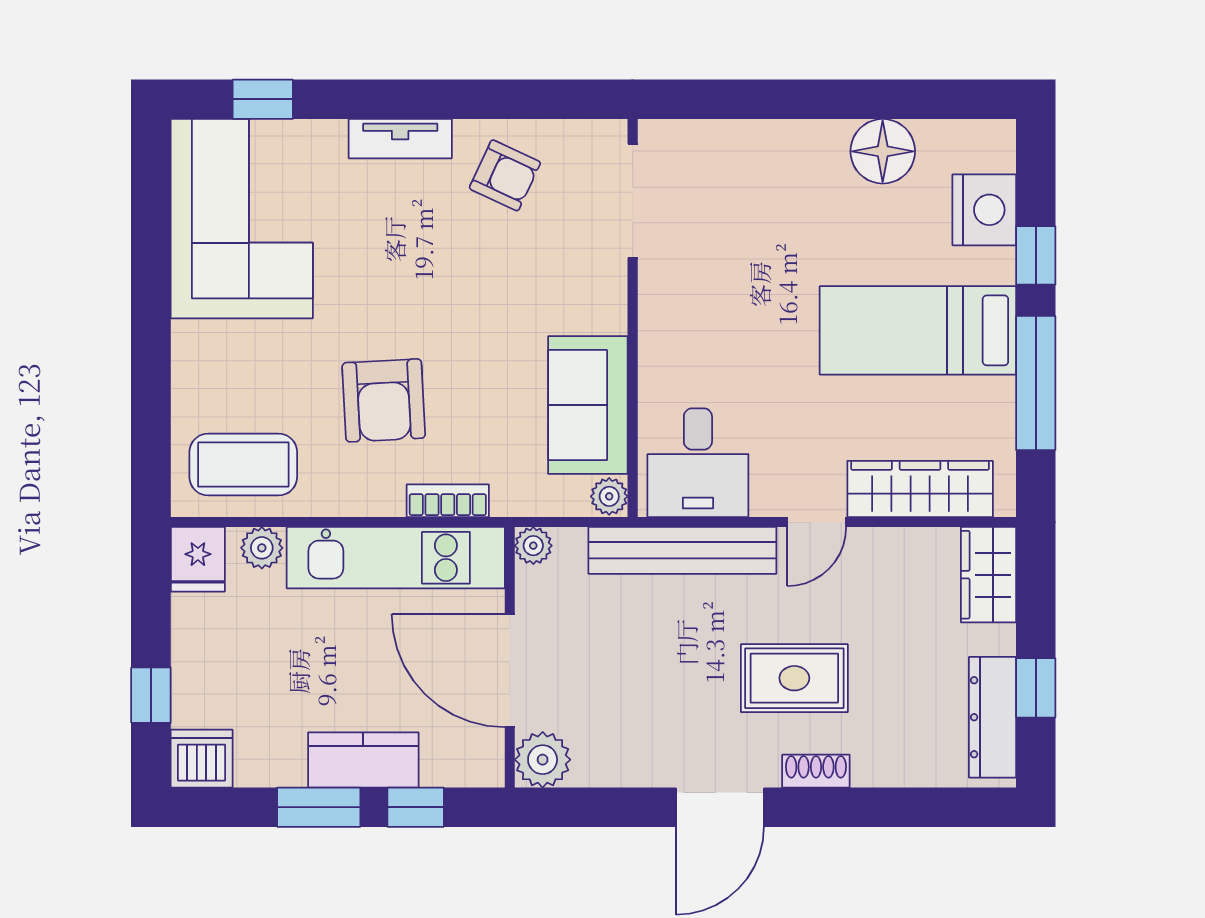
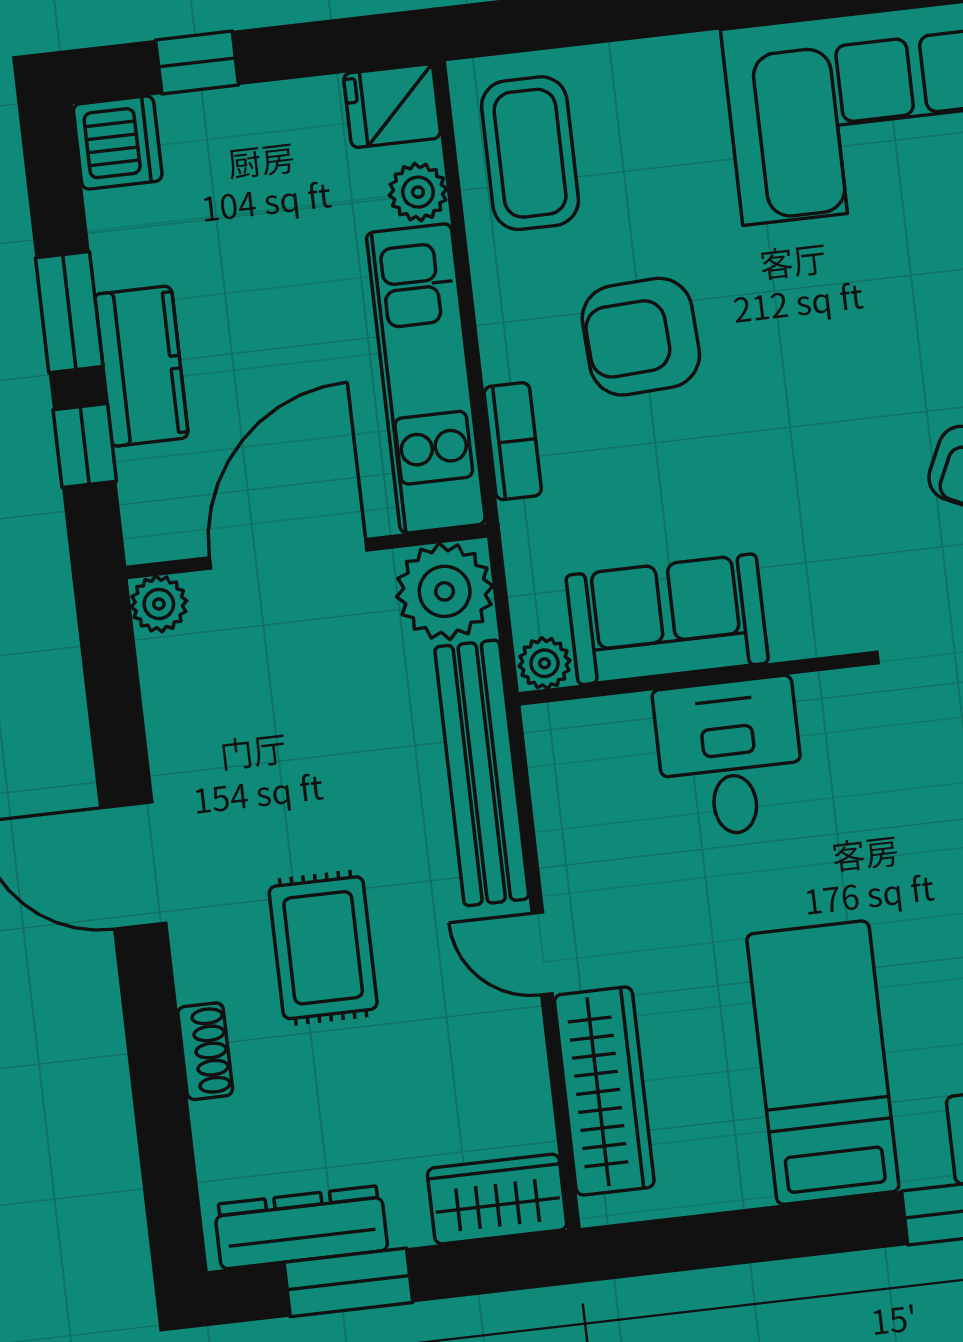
window: (1036, 383) -> (769, 1234), removed
desk: (698, 463) -> (730, 758), moved, turned 90
plant: (533, 546) -> (445, 591), width x1.88, depth x1.88
window: (1036, 688) -> (348, 1282), width x1.50
plant: (543, 760) -> (159, 604), width x0.73, depth x0.73
shoe rack: (816, 771) -> (205, 1051), moved

